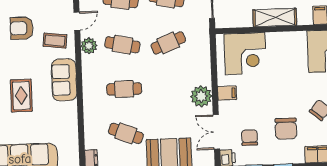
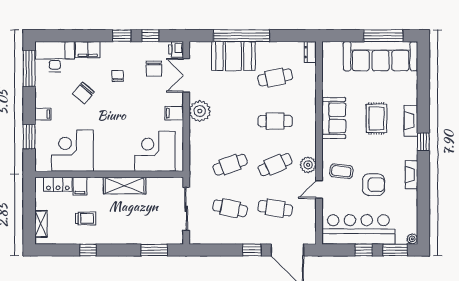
cafe table: (122, 45) -> (275, 165), turned -36
sofa: (64, 80) -> (334, 118), moved
chair: (286, 129) -> (118, 76), width x0.54, depth x0.54
double door: (216, 132) -> (186, 75), swing flipped
cafe table: (126, 133) -> (275, 77), turned -33

